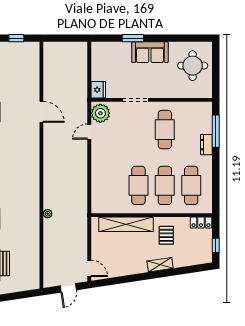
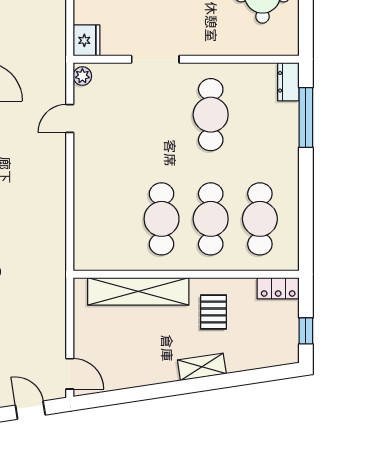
plant: (100, 113) -> (82, 76), width x0.53, depth x0.53
dresser: (206, 145) -> (288, 82), moved
door: (68, 288) -> (30, 410), swing flipped

